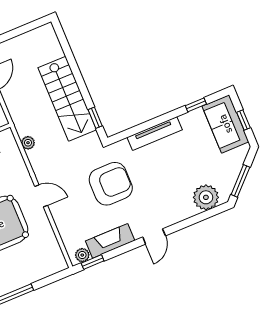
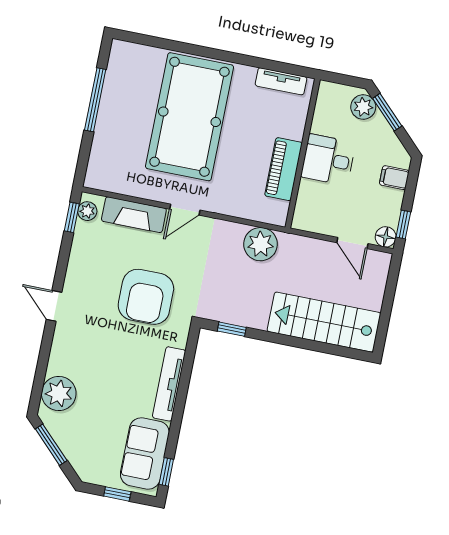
stairs: (67, 99) -> (324, 322), moved
window: (196, 105) -> (166, 472), moved
sofa: (225, 124) -> (145, 453), moved, turned -90
plant: (28, 143) -> (260, 244), width x1.88, depth x1.88
fireplace: (110, 241) -> (134, 215), moved, turned 90

